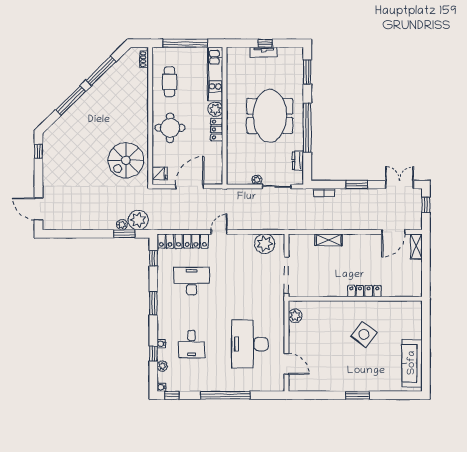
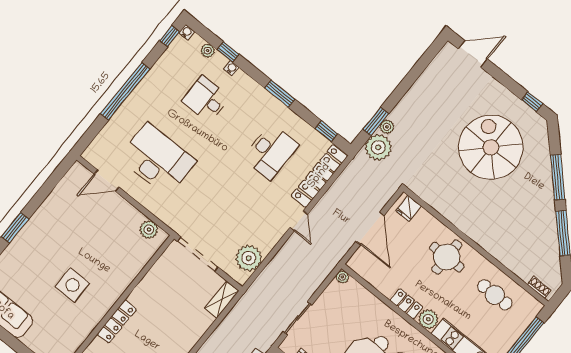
spiral stairs: (126, 160) -> (491, 147), moved, width x1.37, depth x1.37
plant: (257, 180) -> (342, 277), moved
shelving: (329, 240) -> (222, 300), moved
side table: (364, 334) -> (72, 285), turned -37

